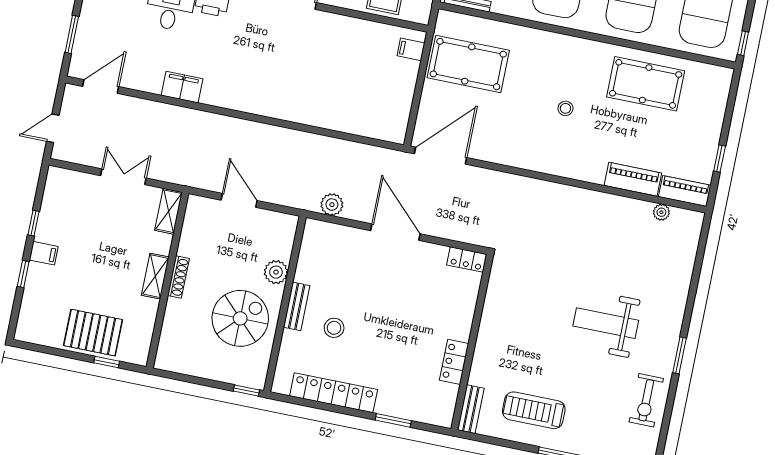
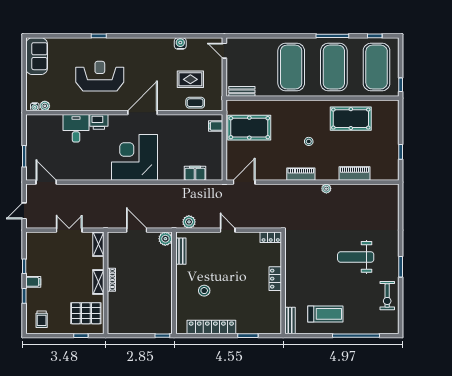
corner desk: (261, 75) -> (135, 157), added
door: (101, 87) -> (46, 182), hinge flipped
filing cabinet: (182, 87) -> (195, 173), moved
door: (440, 156) -> (244, 182), width x0.73
piano: (685, 191) -> (301, 174), moved
plant: (661, 212) -> (326, 189), moved
door: (395, 232) -> (228, 230), width x0.53
plant: (276, 272) -> (165, 239), moved
bench: (297, 306) -> (181, 251), moved
spiral stairs: (240, 318) -> (151, 296), removed
trolley: (45, 320) -> (42, 319), added
pallet: (93, 333) -> (86, 313), moved
locker: (454, 362) -> (275, 279), moved
treadmill: (534, 410) -> (325, 314), turned 180

